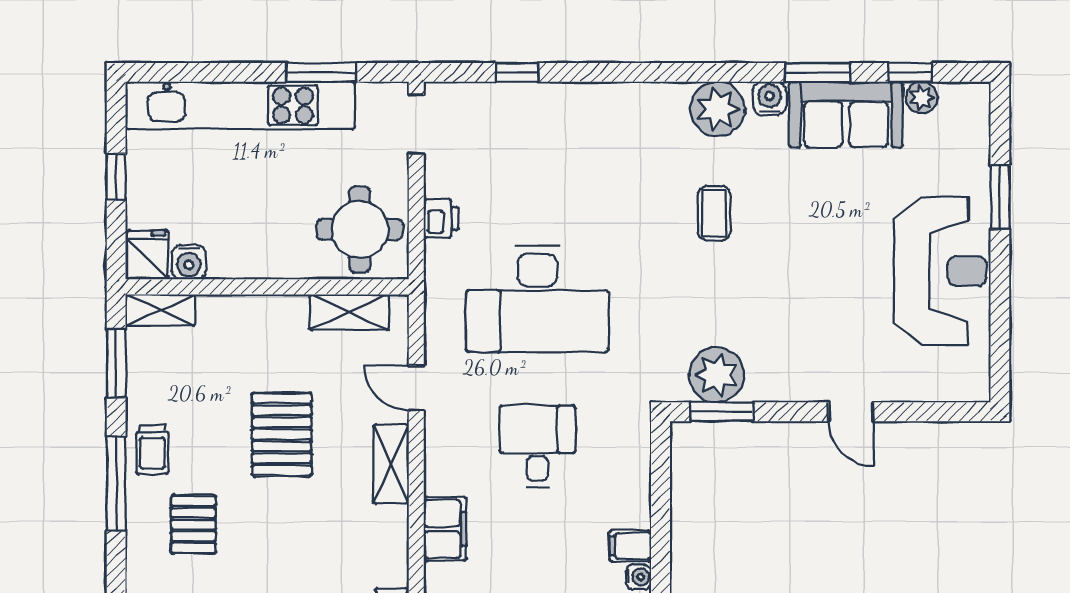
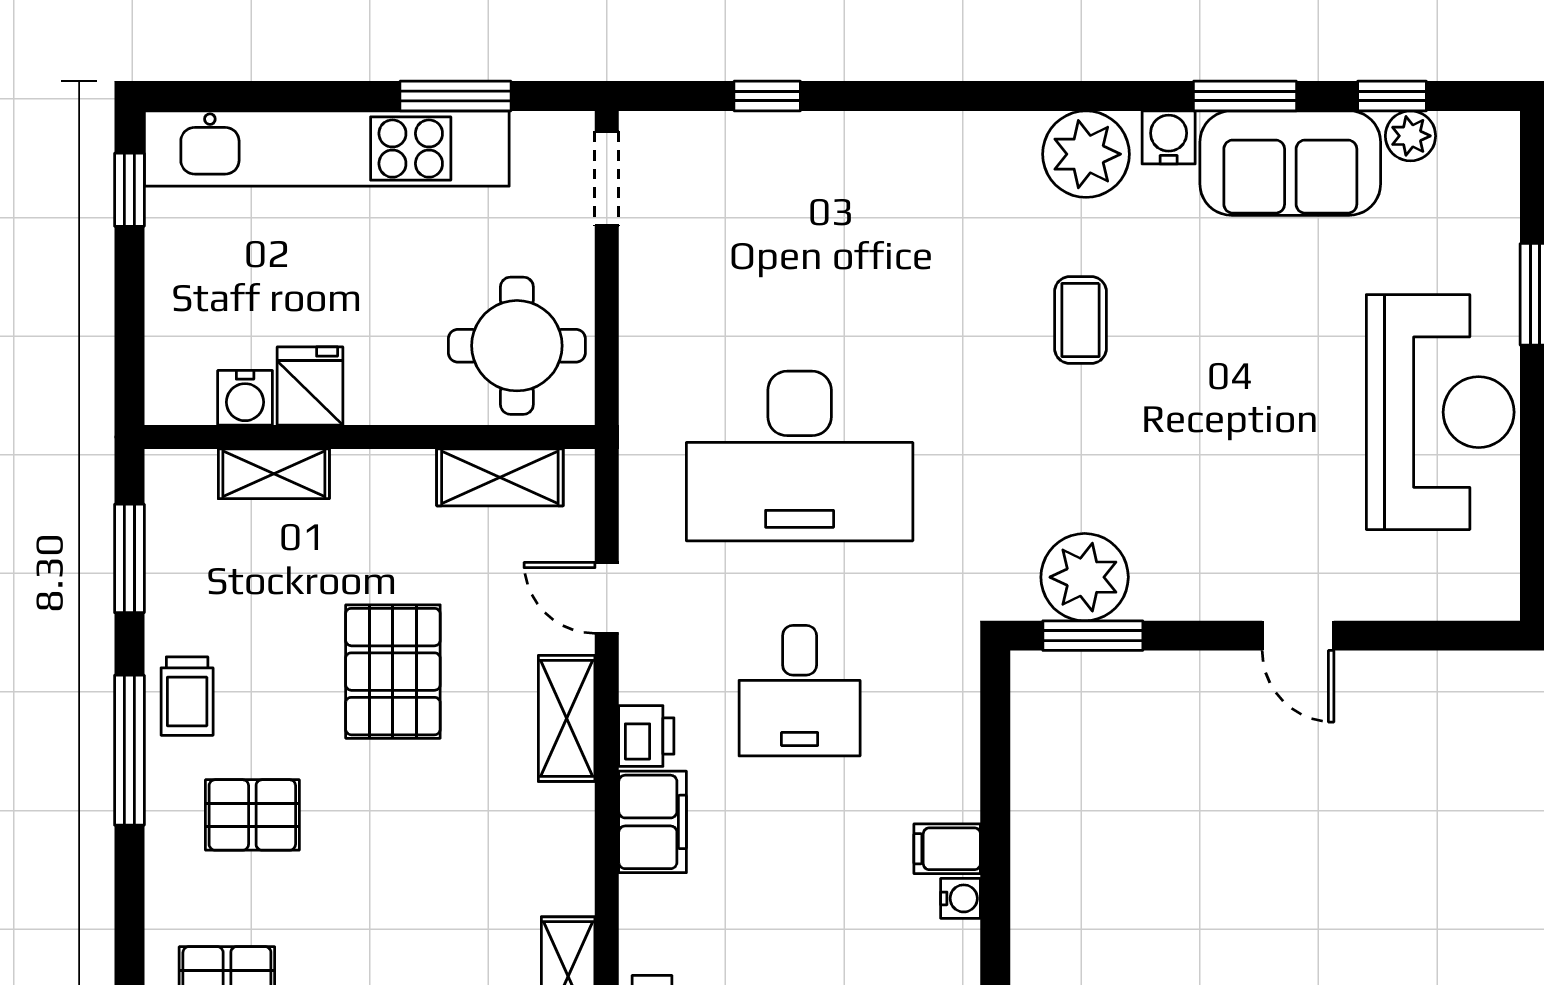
window: (116, 176) -> (129, 190), moved
printer: (441, 218) -> (646, 736), moved
fridge: (148, 255) -> (310, 386), moved
shelving: (160, 310) -> (274, 474), moved
desk: (537, 446) -> (800, 691), turned 180
pallet: (193, 524) -> (252, 815), turned 90

